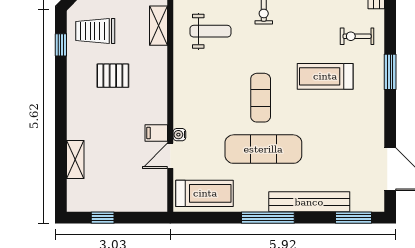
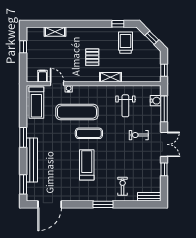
shelving: (159, 26) -> (110, 77), moved
pallet: (113, 76) -> (92, 57), moved
treadmill: (325, 76) -> (87, 165), moved
filing cabinet: (156, 133) -> (42, 76), moved
exercise mat: (263, 149) -> (77, 112), moved, turned 90
window: (268, 218) -> (23, 137), width x0.69

